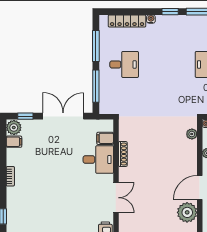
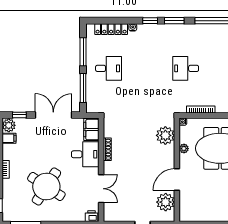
plant: (192, 134) -> (165, 135), width x1.88, depth x1.88
filing cabinet: (105, 138) -> (91, 130), width x2.00
round table: (55, 195) -> (46, 186), added

